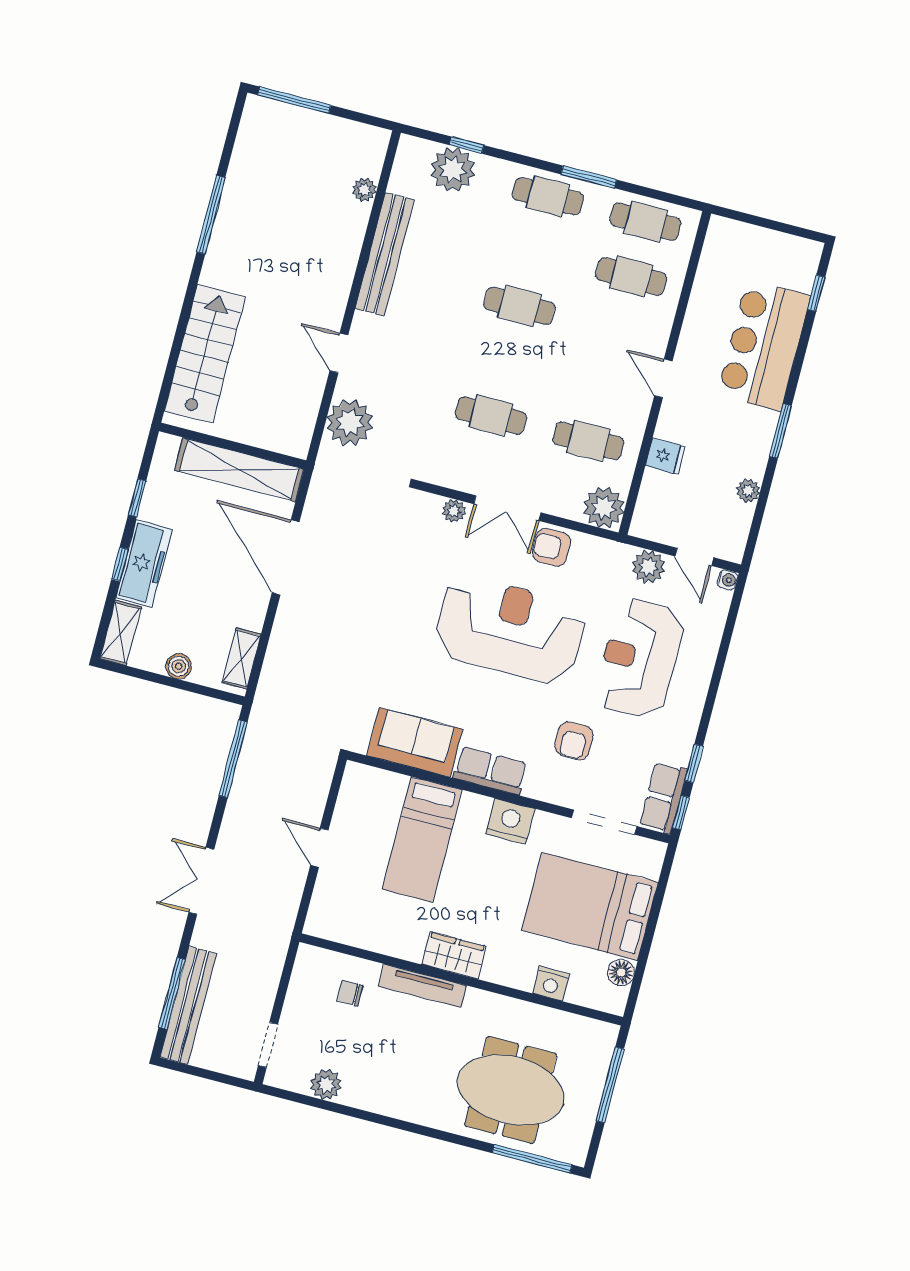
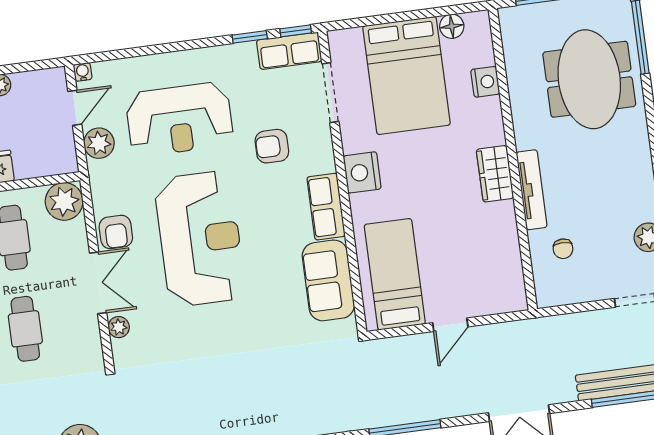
reception desk: (510, 630) -> (200, 239), turned 180
armchair: (574, 741) -> (272, 146), turned 180
bed: (422, 840) -> (395, 274), moved, turned -90

